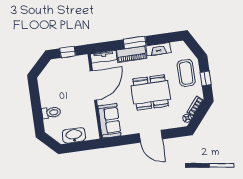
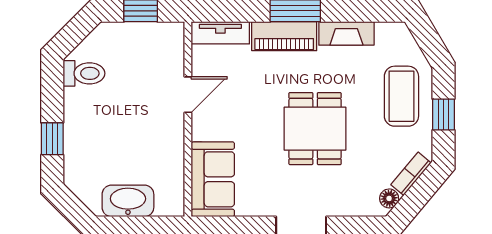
door: (93, 86) -> (188, 95), width x0.53
dining table: (151, 92) -> (315, 129), width x0.73
window: (37, 113) -> (52, 139), added
toilet: (51, 113) -> (84, 73), moved

